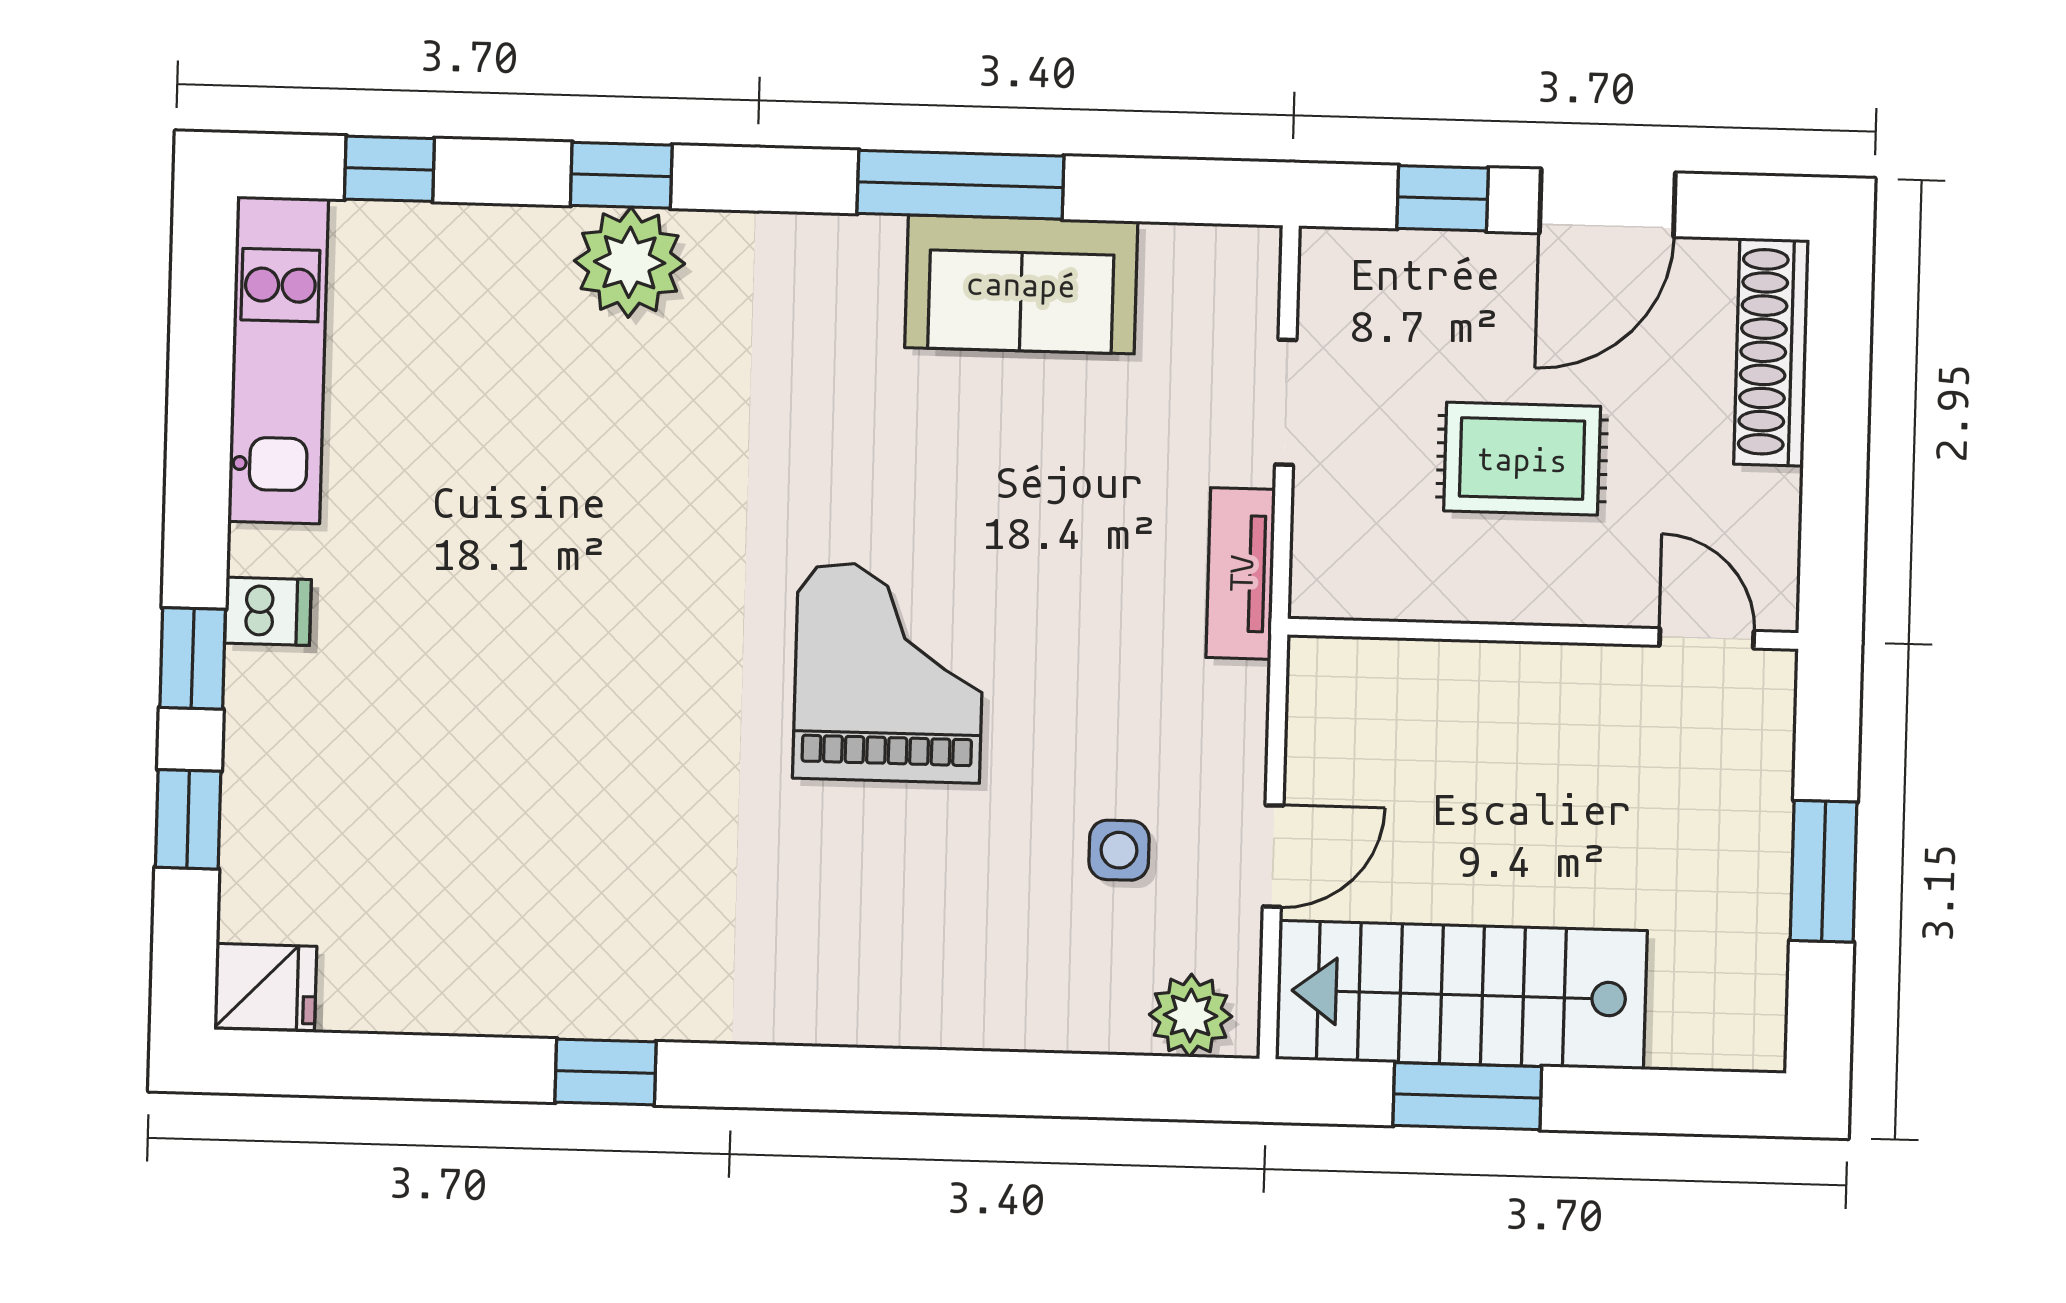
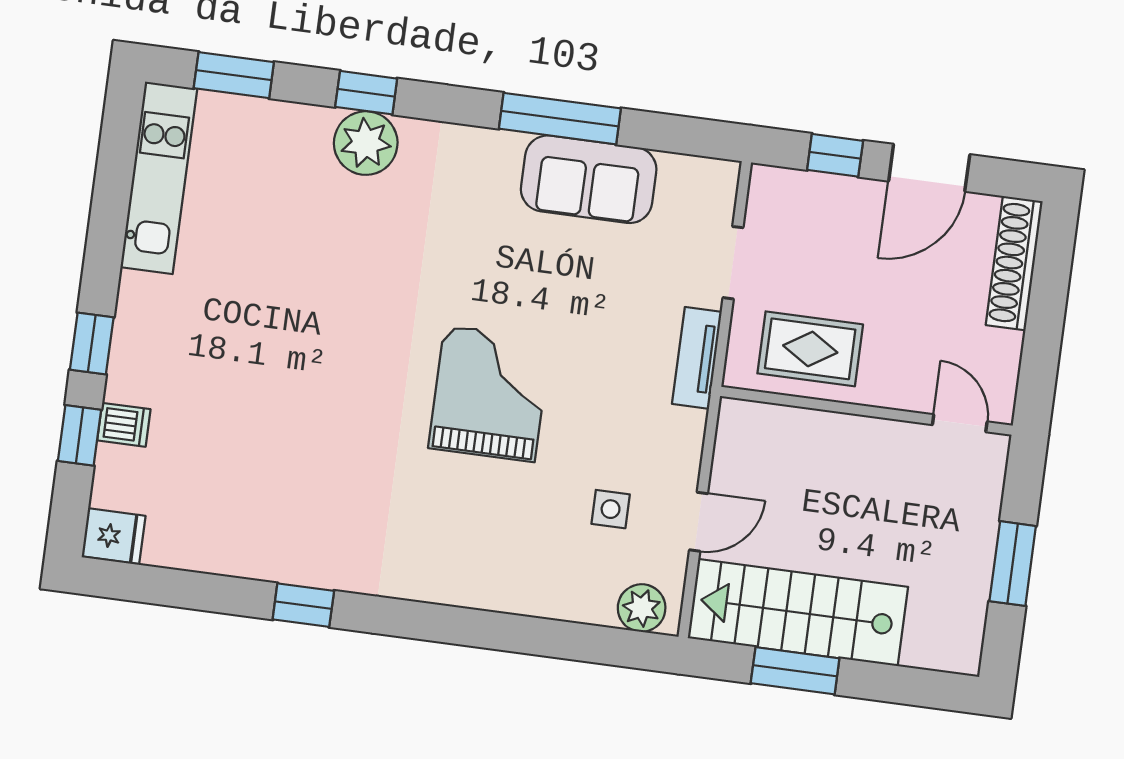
window: (389, 169) -> (234, 75), width x1.50
rug: (1522, 459) -> (810, 349), moved
dishwasher: (268, 611) -> (124, 425), moved

